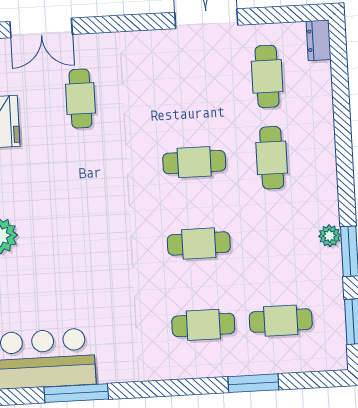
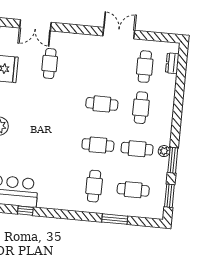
dresser: (319, 40) -> (172, 63), moved
cafe table: (276, 239) -> (137, 149), added
cafe table: (203, 325) -> (94, 186), turned 90
window: (76, 393) -> (25, 211), width x0.46

